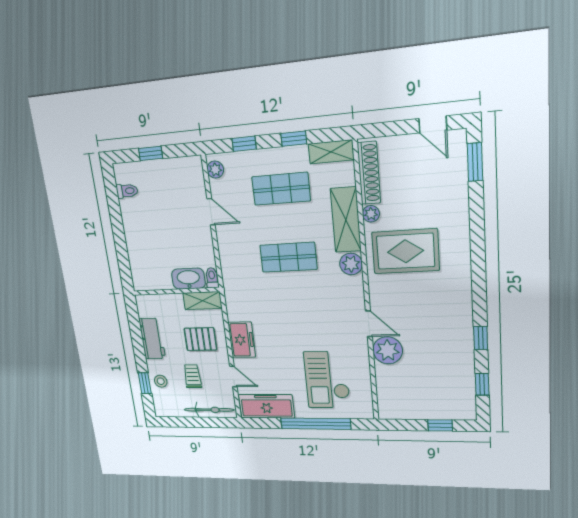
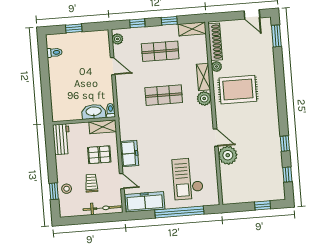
shelving: (346, 220) -> (204, 77), width x0.67, depth x0.75
workbench: (152, 339) -> (61, 139), moved

